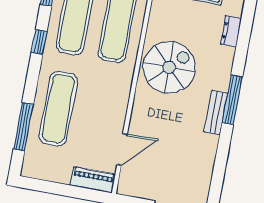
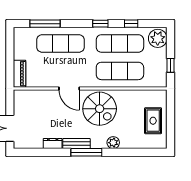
dresser: (231, 31) -> (53, 143), moved
plant: (225, 56) -> (113, 143), added
door: (122, 149) -> (69, 88), moved

